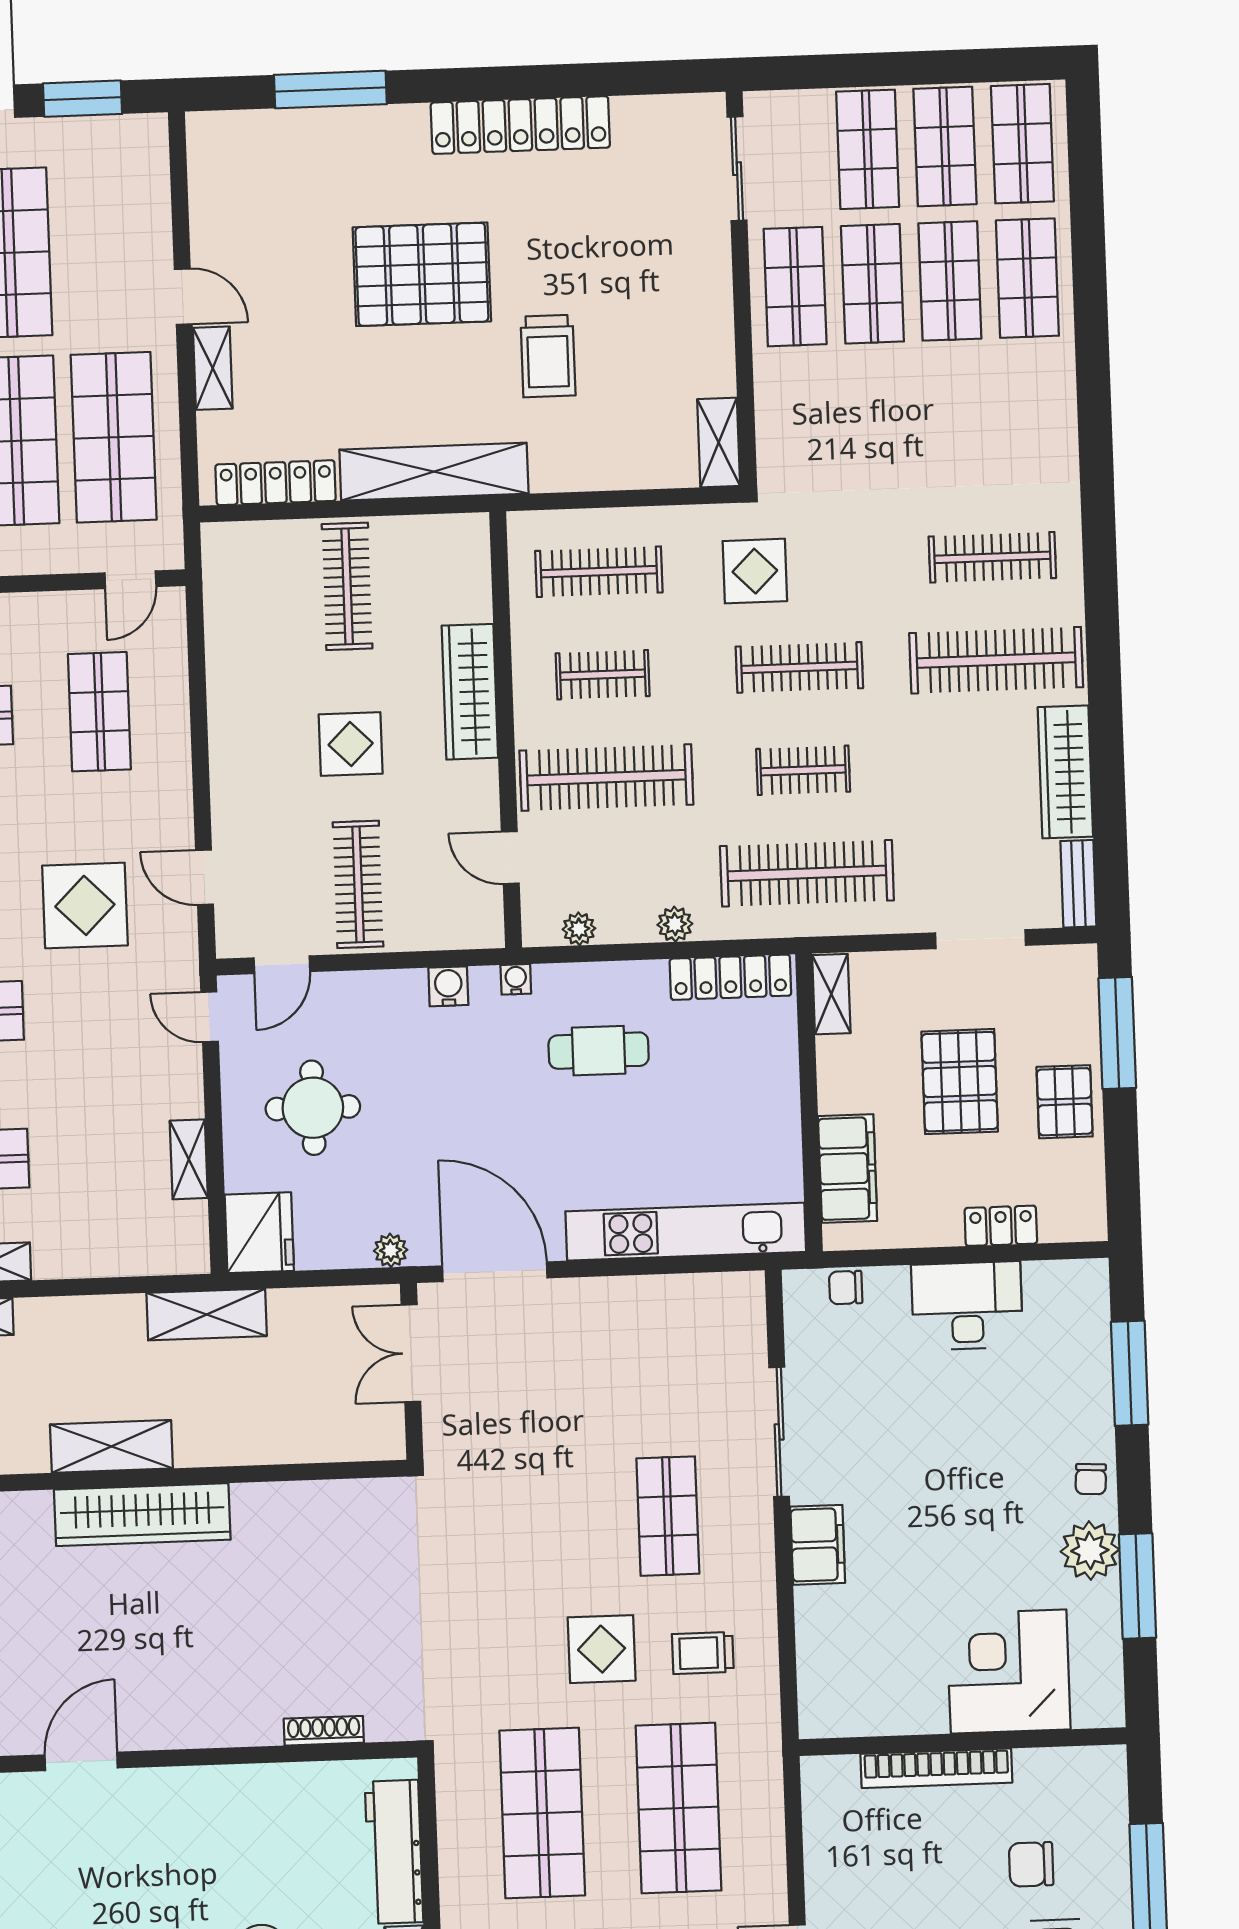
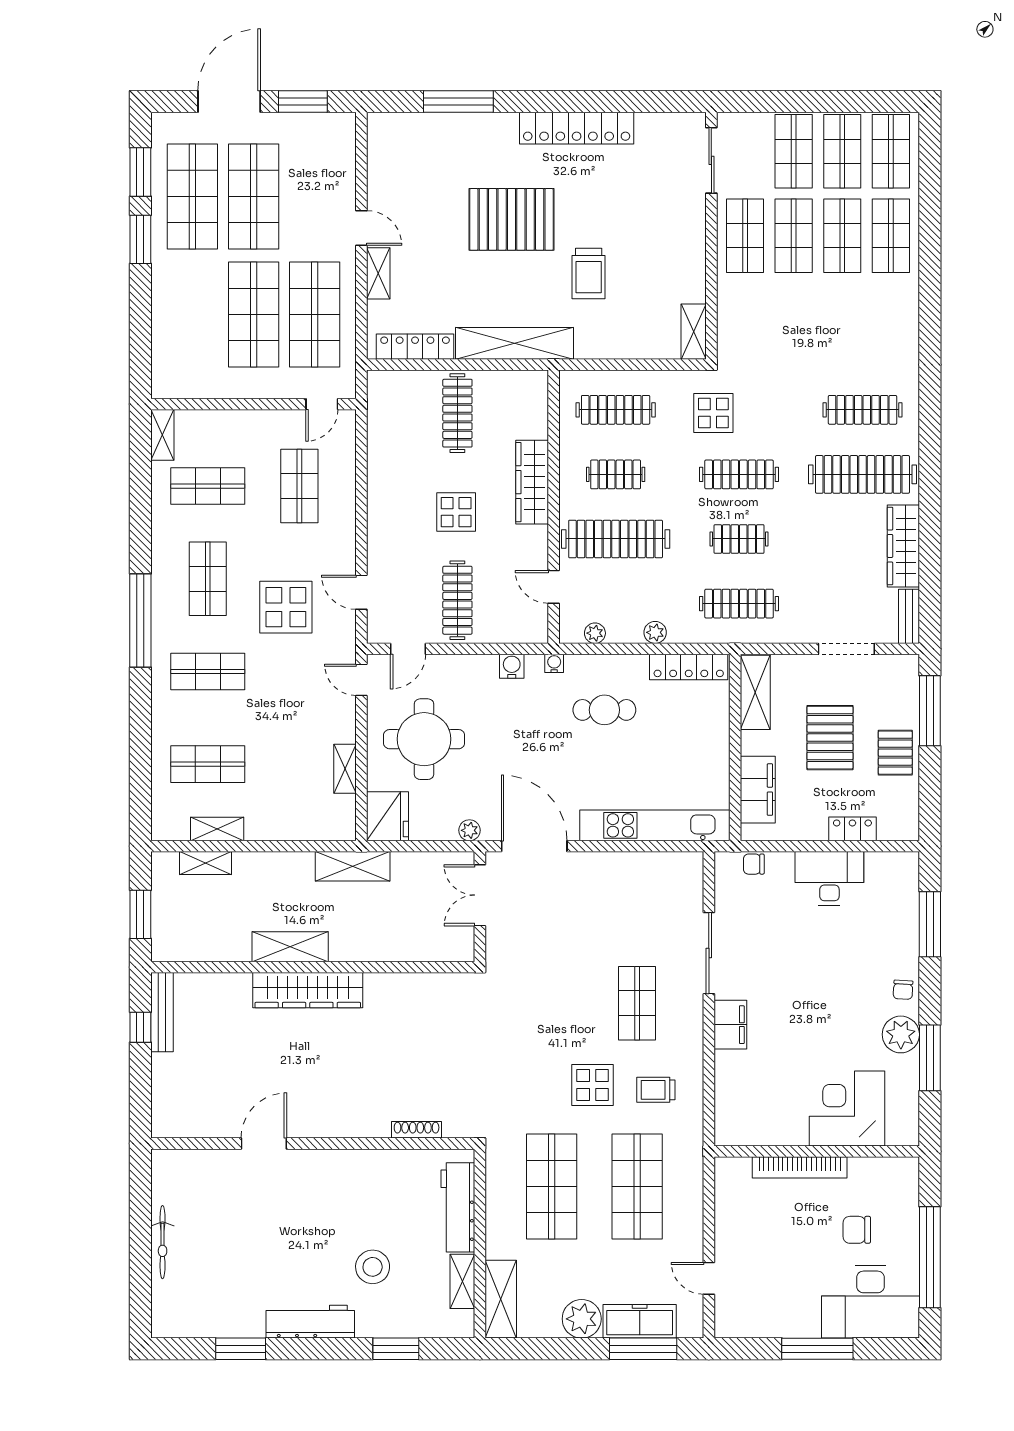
clothes rail: (807, 873) -> (739, 604), width x0.73, depth x0.76
shelving: (831, 994) -> (755, 692), width x1.50, depth x1.33
round table: (313, 1108) -> (424, 739), width x1.36, depth x1.36

